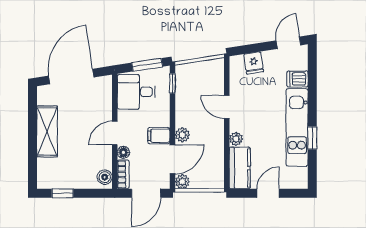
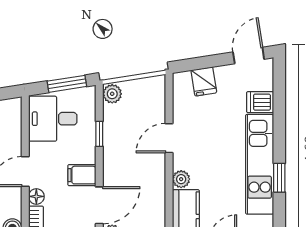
window: (172, 83) -> (99, 134), moved
door: (227, 107) -> (169, 138), hinge flipped
plant: (182, 135) -> (112, 94), moved

